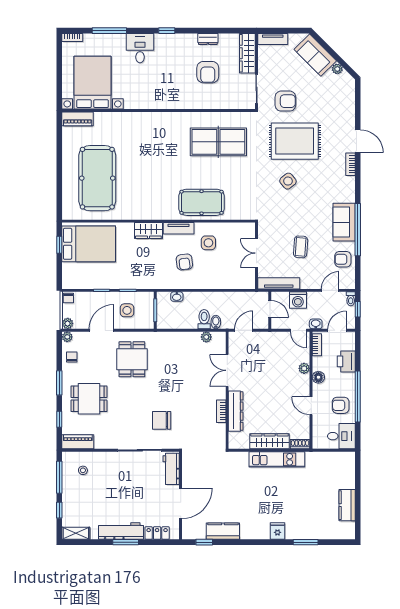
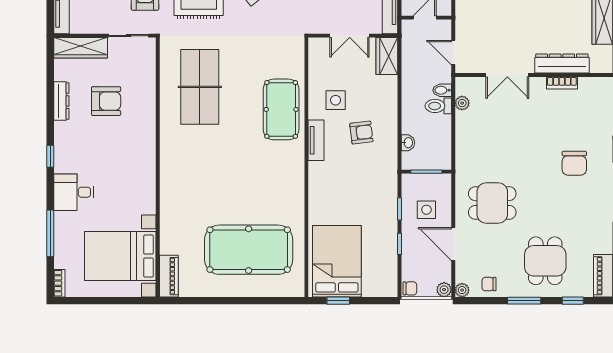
dresser: (208, 39) -> (61, 101), width x1.44
wardrobe: (148, 230) -> (387, 56), moved, turned 180

